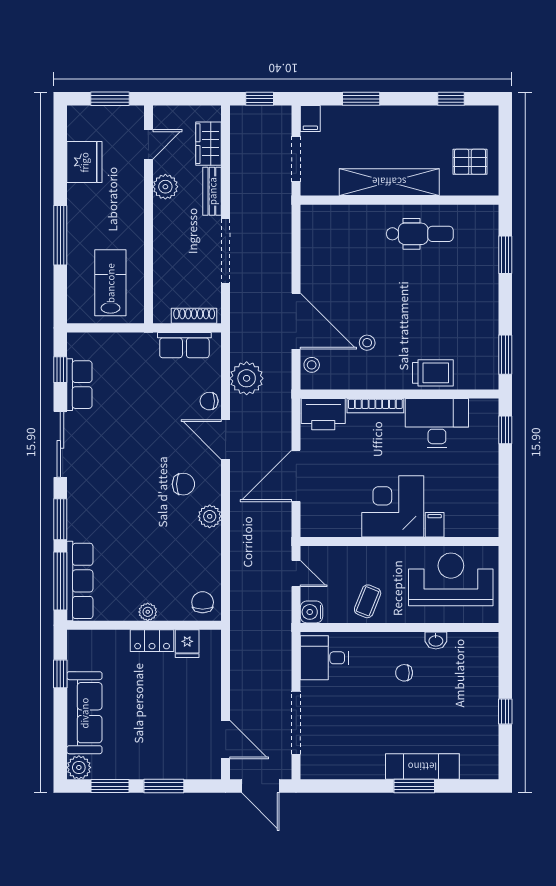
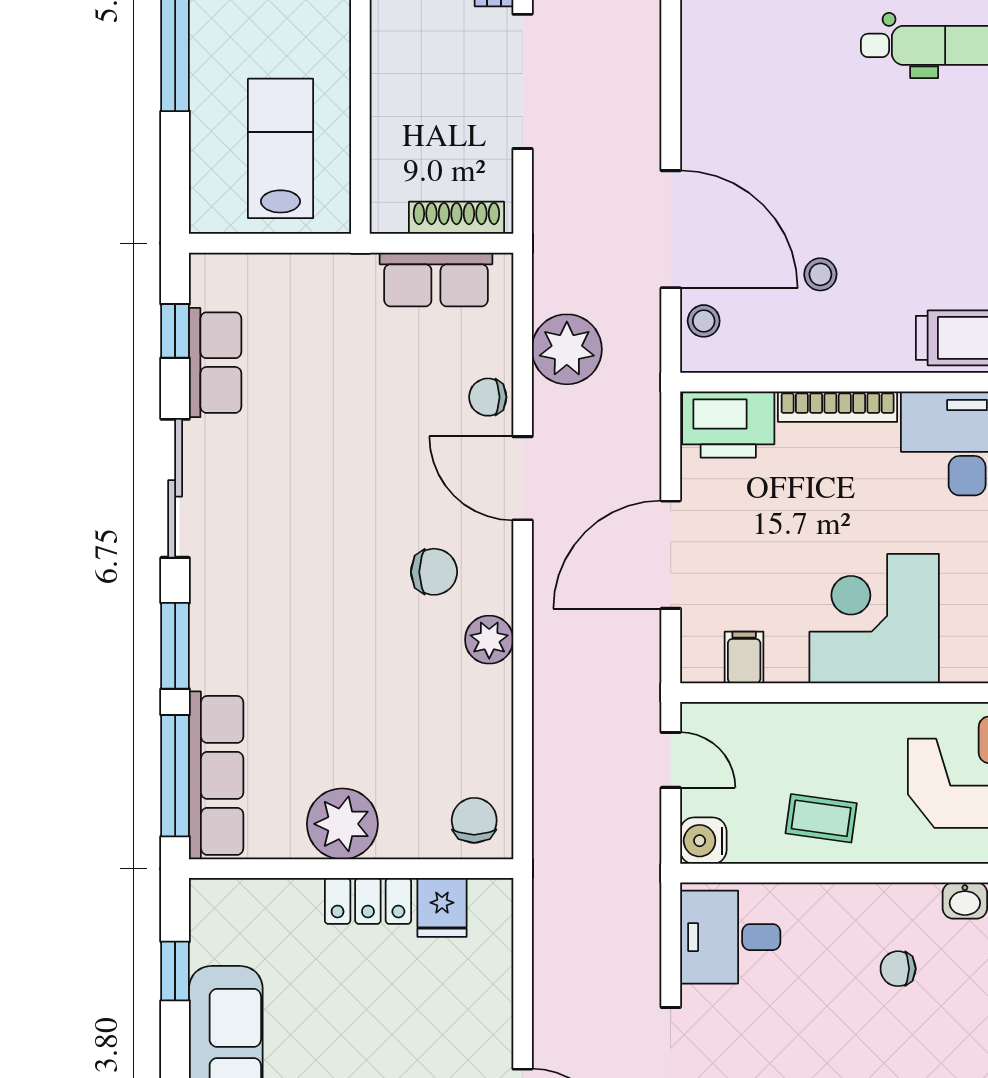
filing cabinet: (435, 525) -> (744, 657), moved
coffee table: (368, 601) -> (821, 818), turned 76
plant: (148, 612) -> (342, 824), width x1.88, depth x1.88

